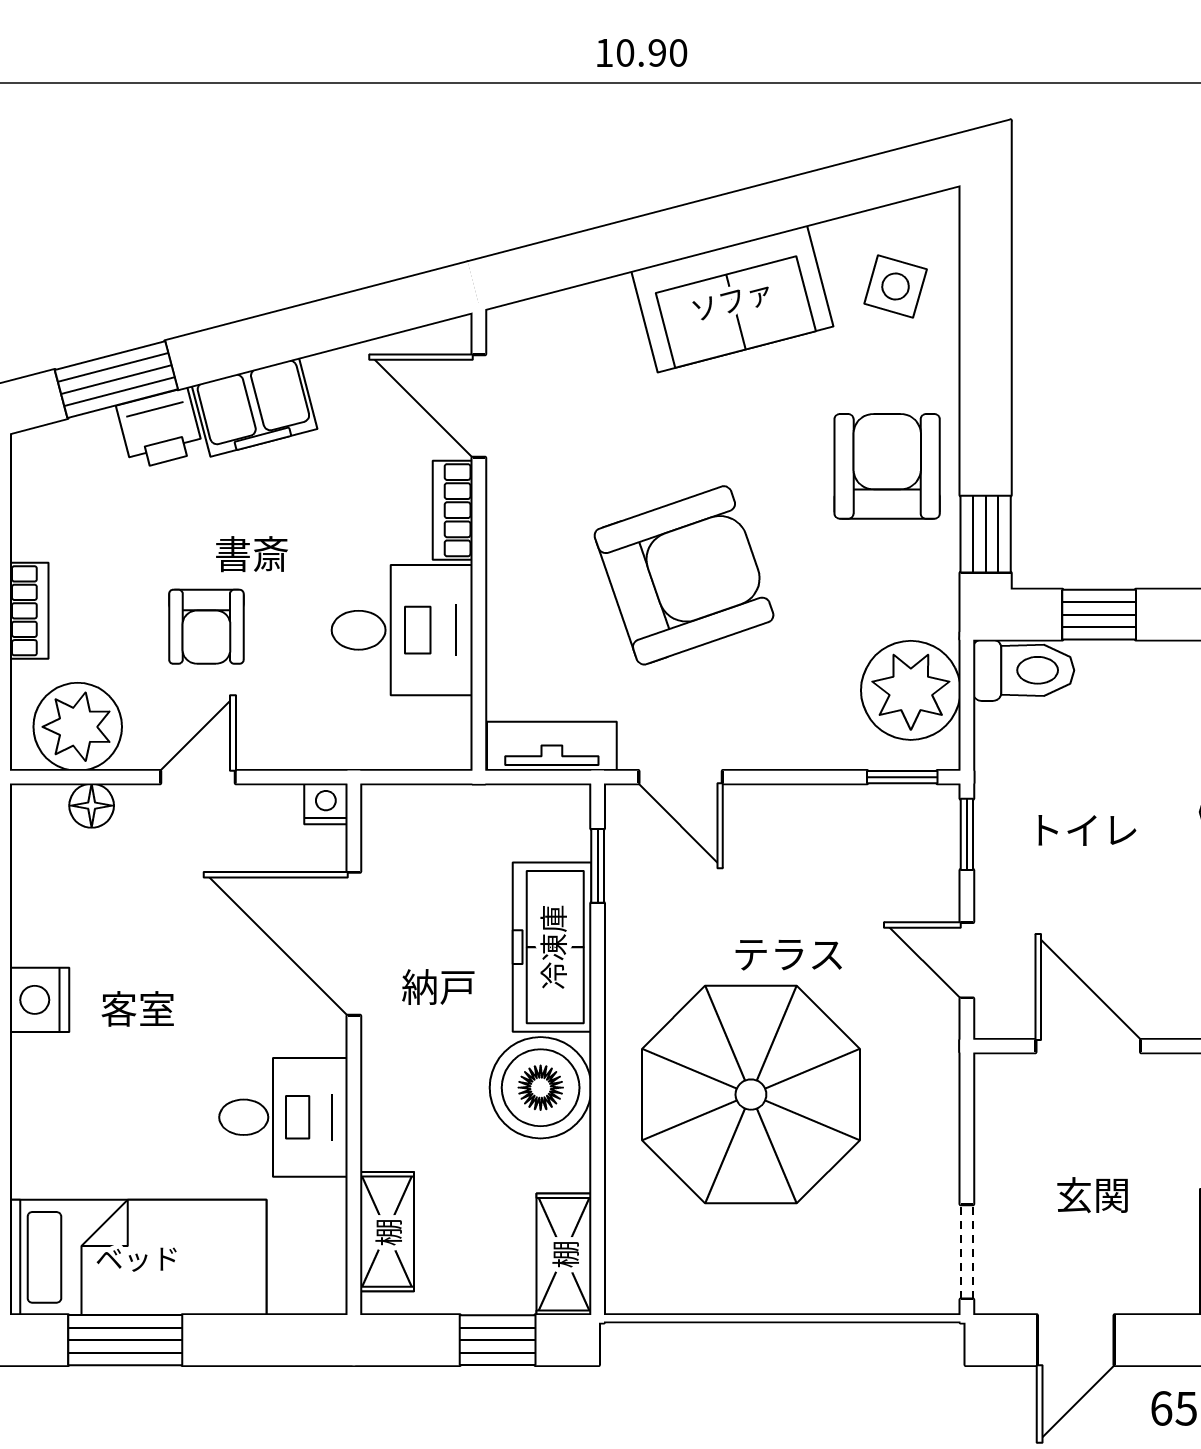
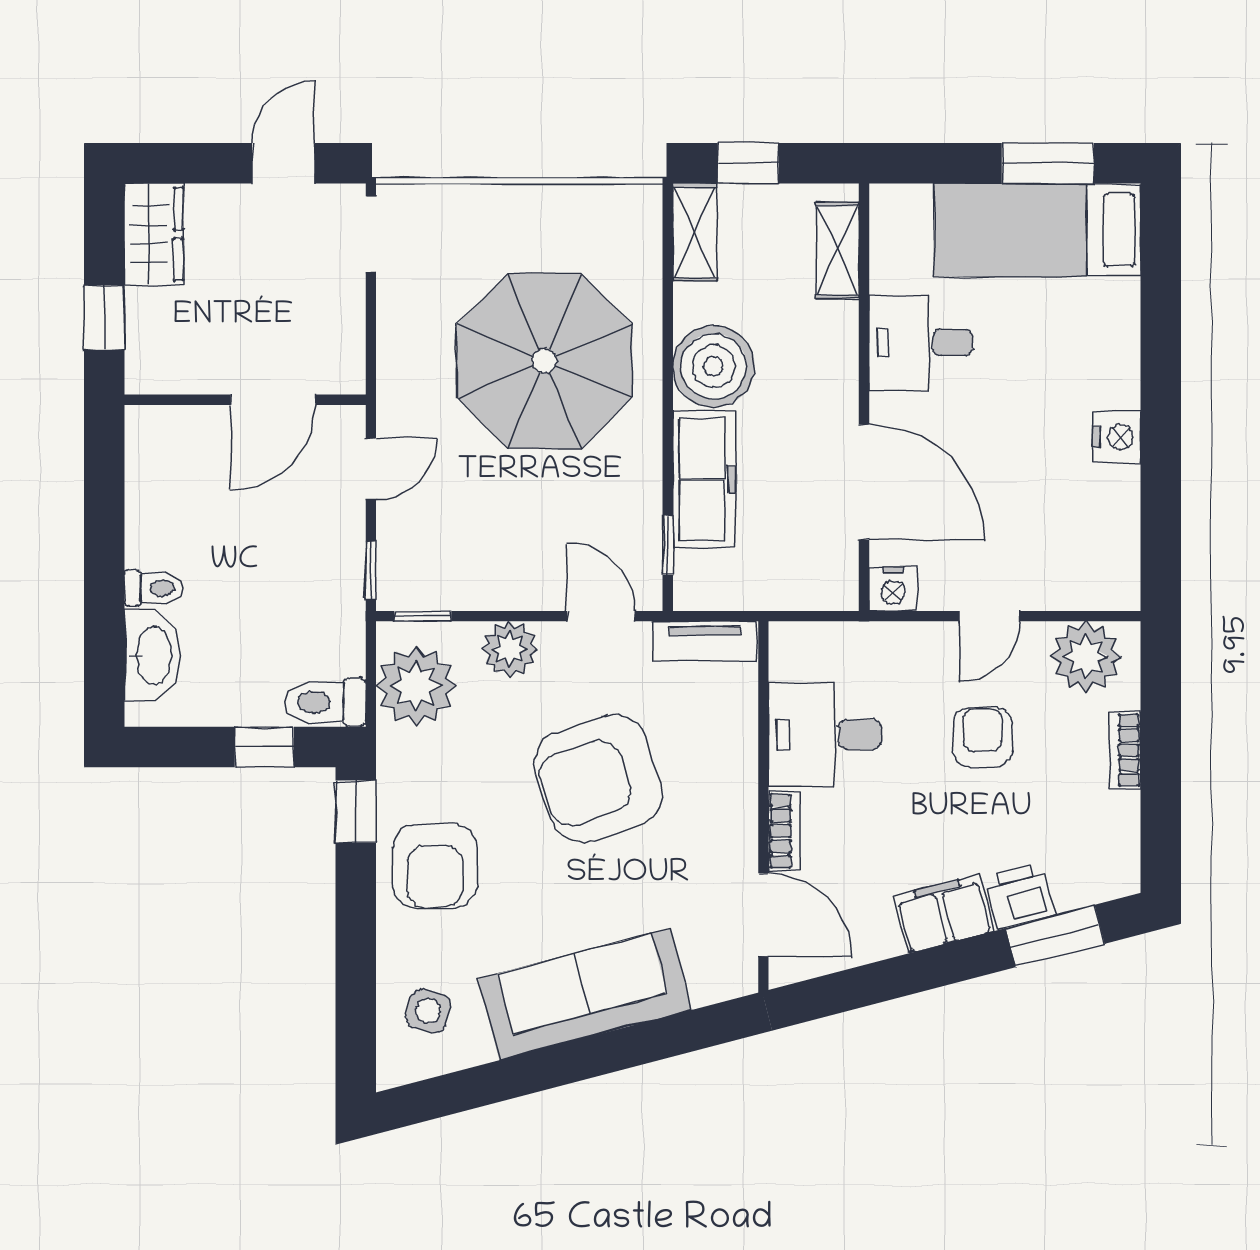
sofa: (732, 299) -> (585, 994), width x1.36
plant: (794, 736) -> (510, 649), added
nightstand: (326, 804) -> (893, 589), width x1.39, depth x1.35
floor lamp: (92, 806) -> (1075, 593), removed
door: (967, 960) -> (371, 469), hinge flipped
door: (1088, 1046) -> (273, 400), hinge flipped

